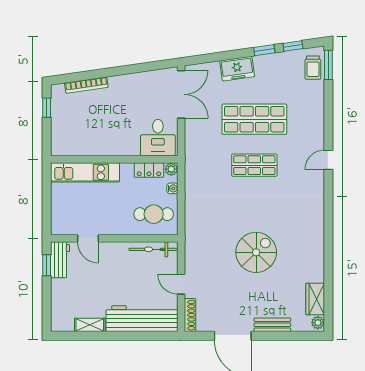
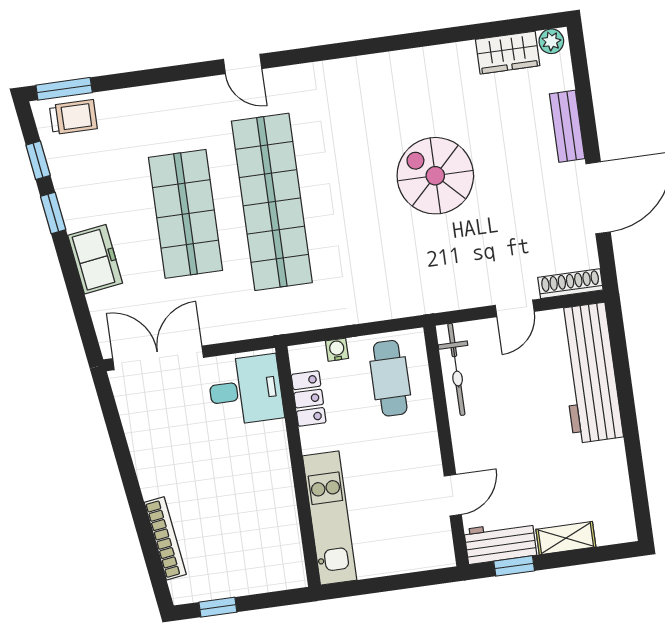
shop shelf: (254, 165) -> (272, 202), width x2.00, depth x1.36
plant: (171, 169) -> (301, 357), removed
shelving: (90, 325) -> (566, 538), moved, turned 90

